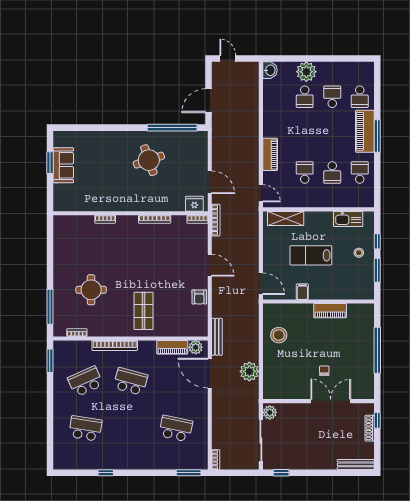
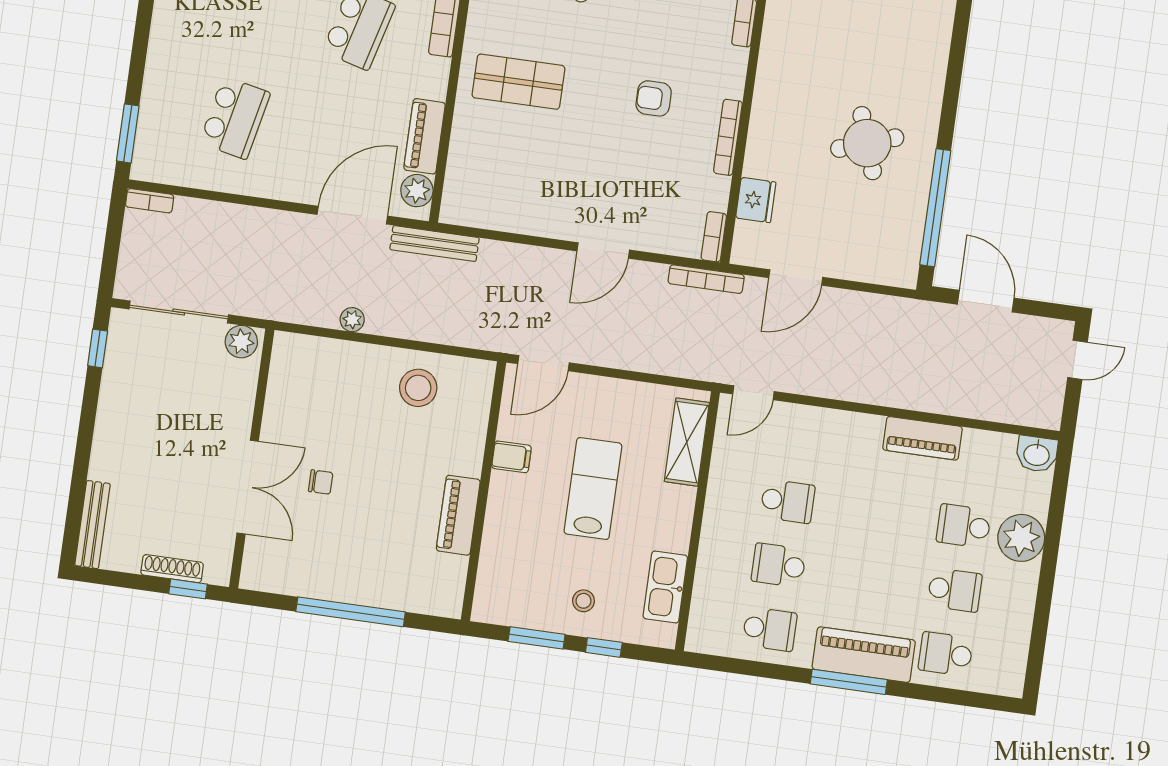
piano: (270, 154) -> (923, 438), moved
fridge: (194, 204) -> (756, 200), moved
armchair: (199, 297) -> (654, 98), moved
plant: (249, 371) -> (352, 320), width x0.53, depth x0.53

